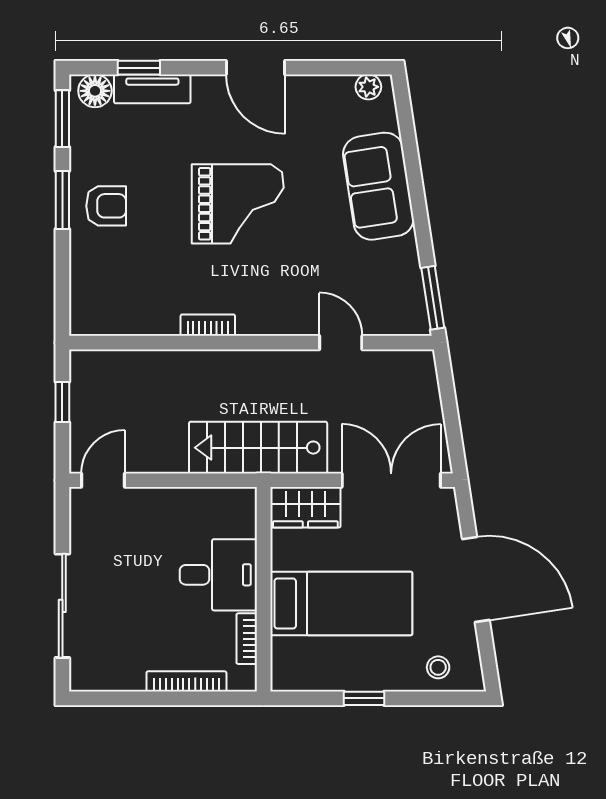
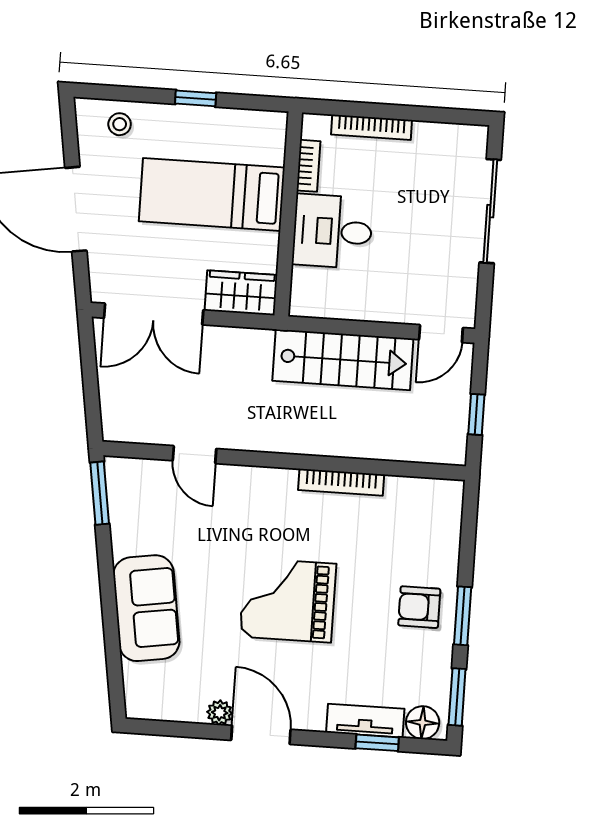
plant: (368, 87) -> (220, 713), moved
bookcase: (208, 325) -> (341, 482), width x1.56
stairs: (258, 448) -> (343, 360), moved

